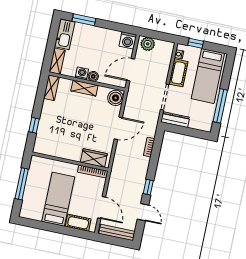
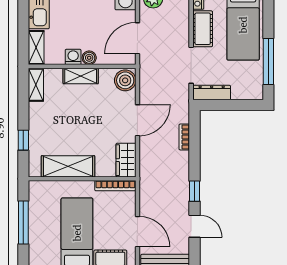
shelving: (62, 151) -> (68, 166), added
wardrobe: (94, 158) -> (126, 160), moved, turned -90

